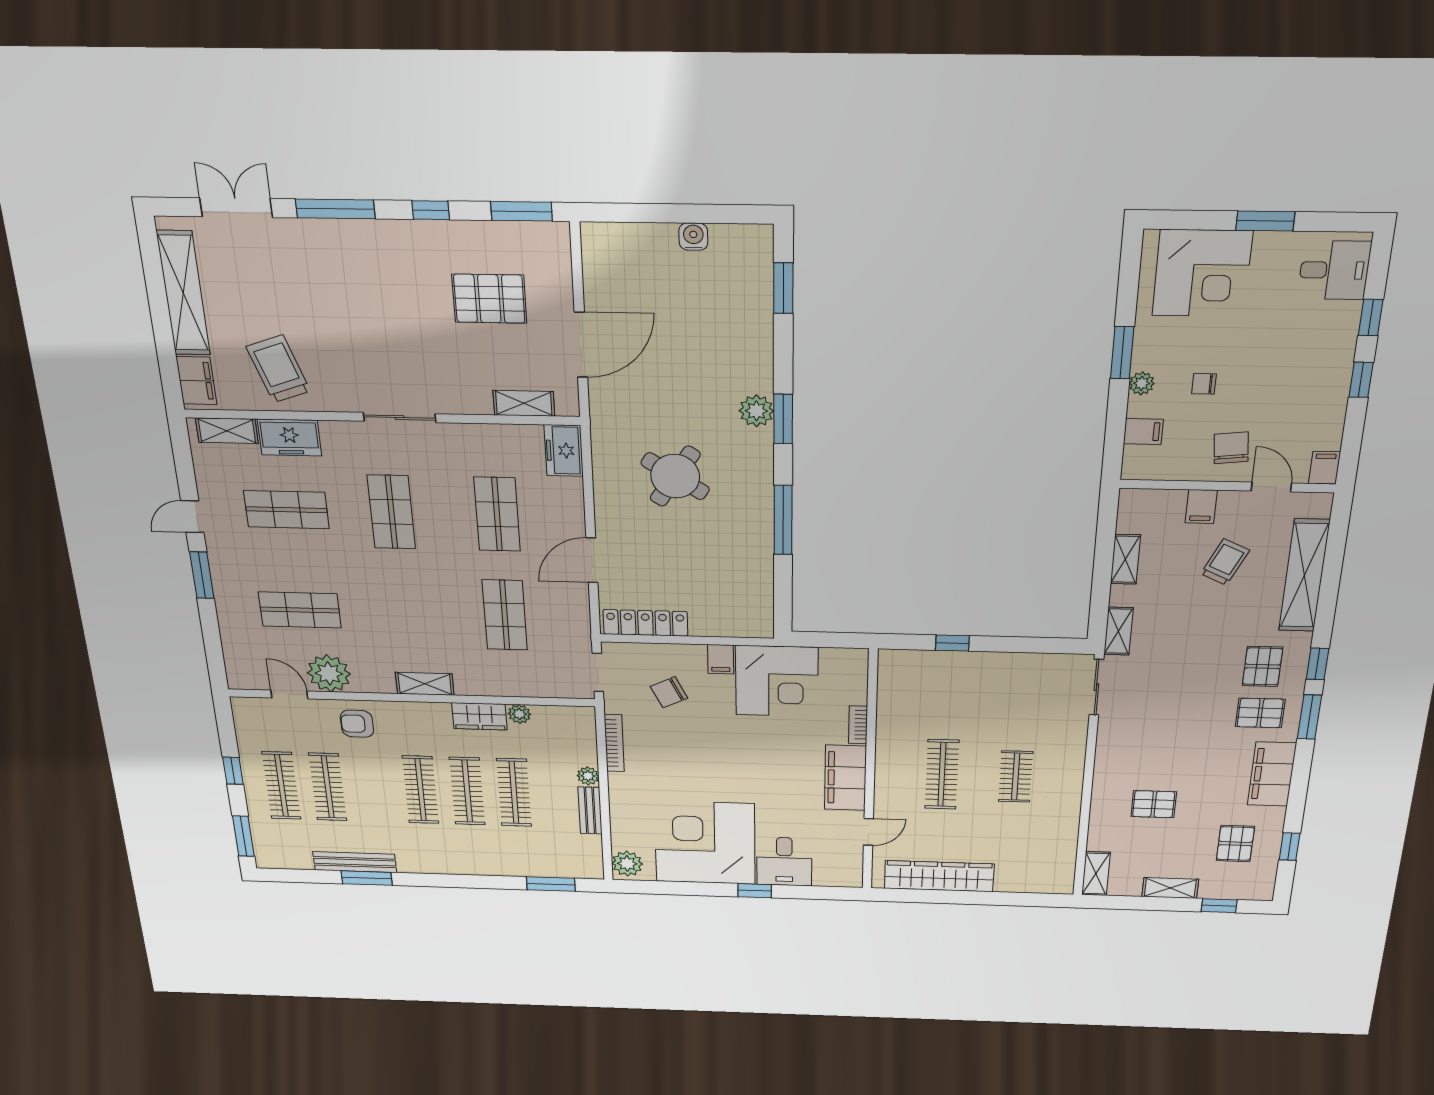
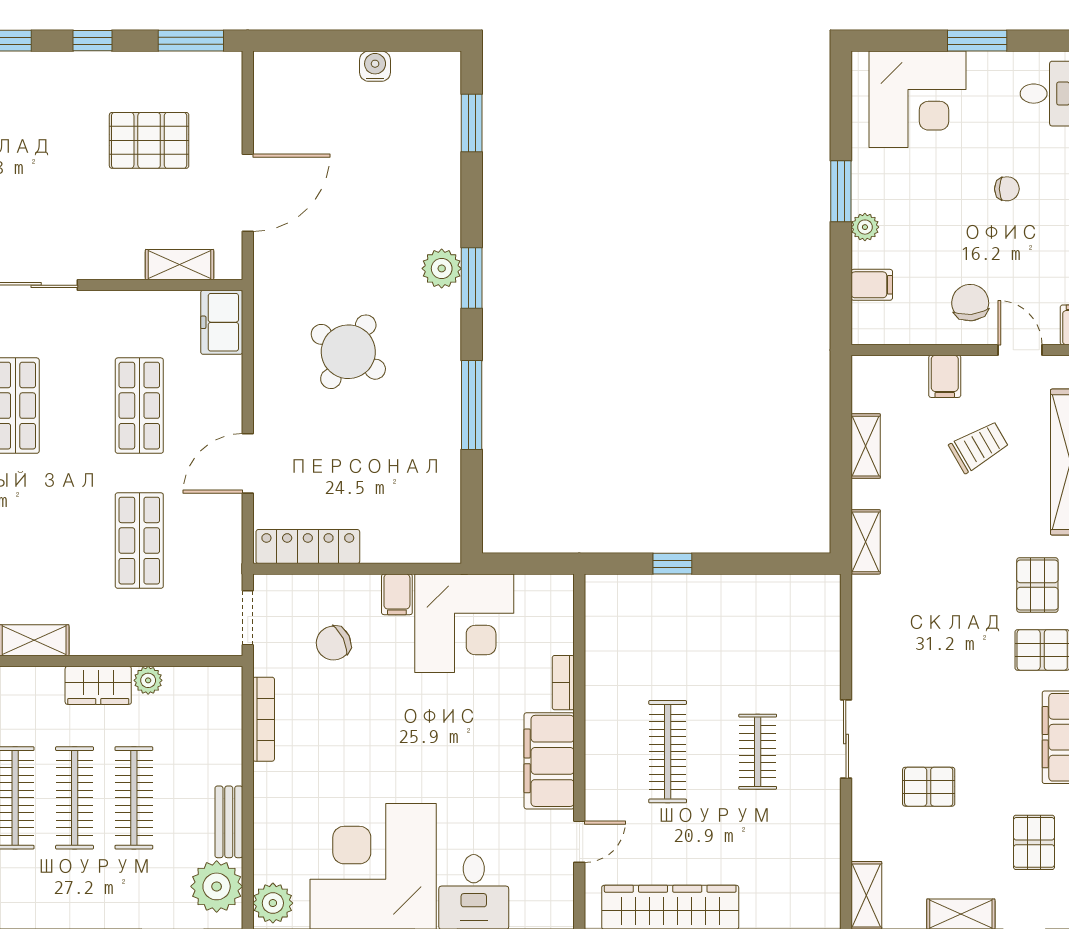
chair: (1204, 384) -> (1007, 189), moved, turned 180
trolley: (1225, 562) -> (979, 447), turned 35
sliding door: (1096, 687) -> (846, 739), moved
plant: (588, 776) -> (217, 886), moved, width x1.88, depth x1.88

